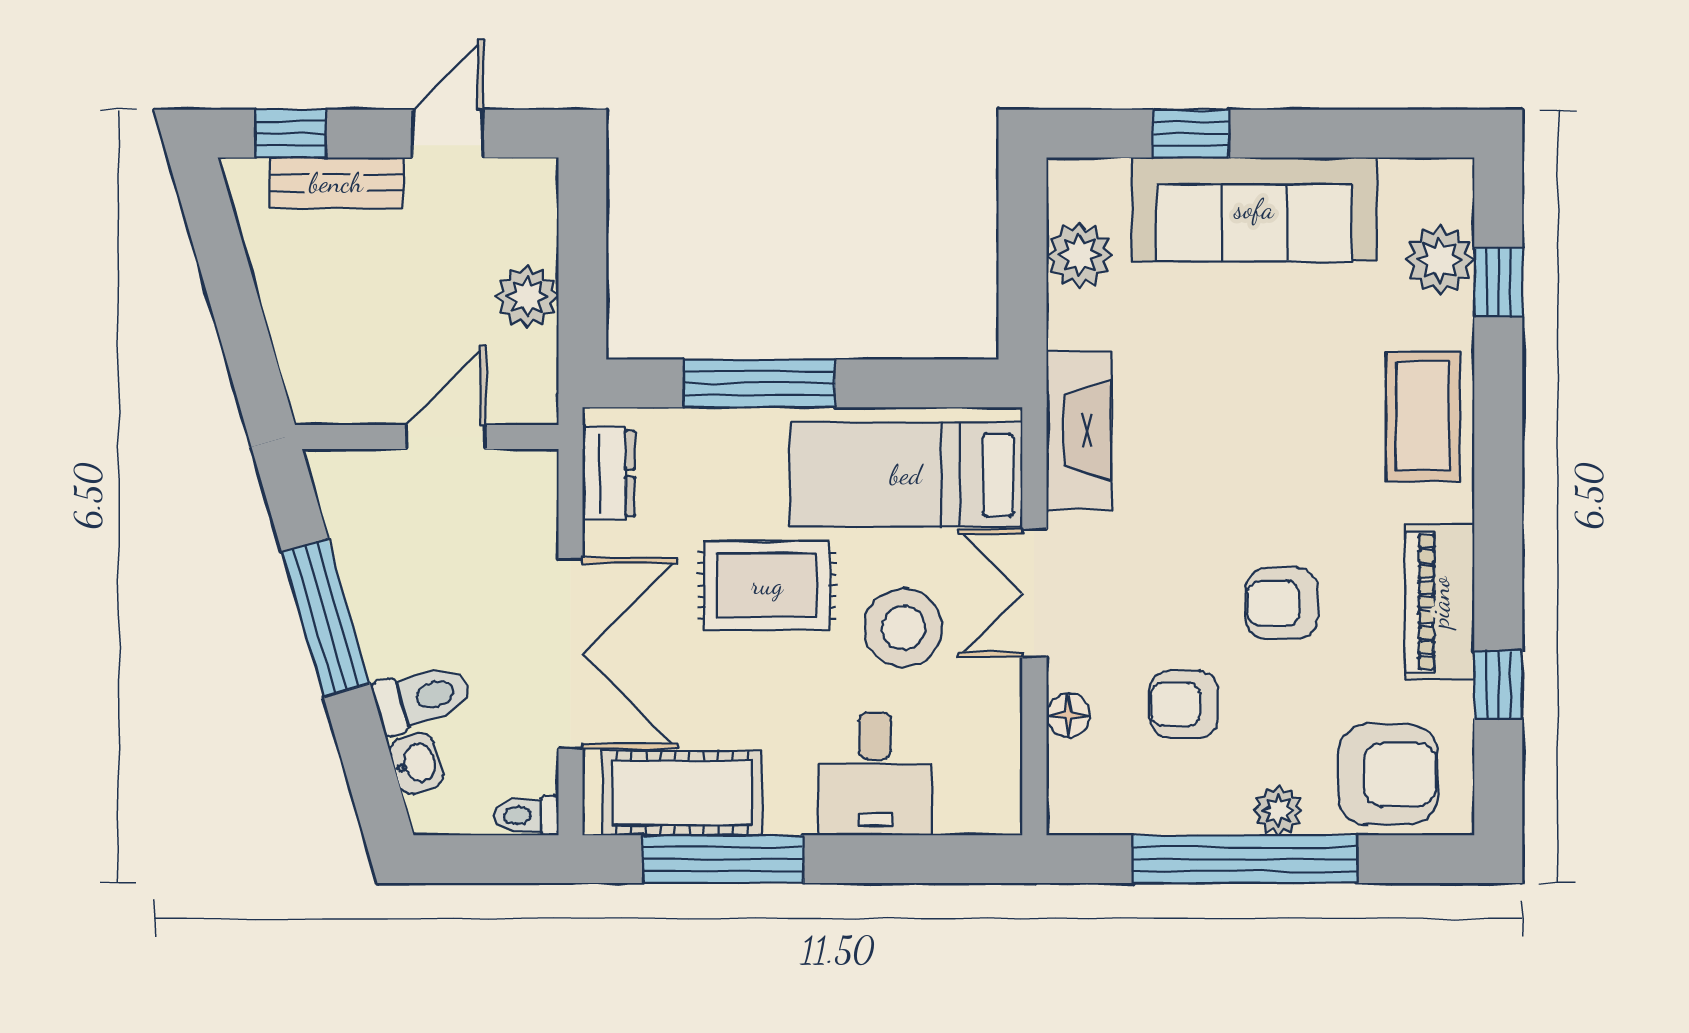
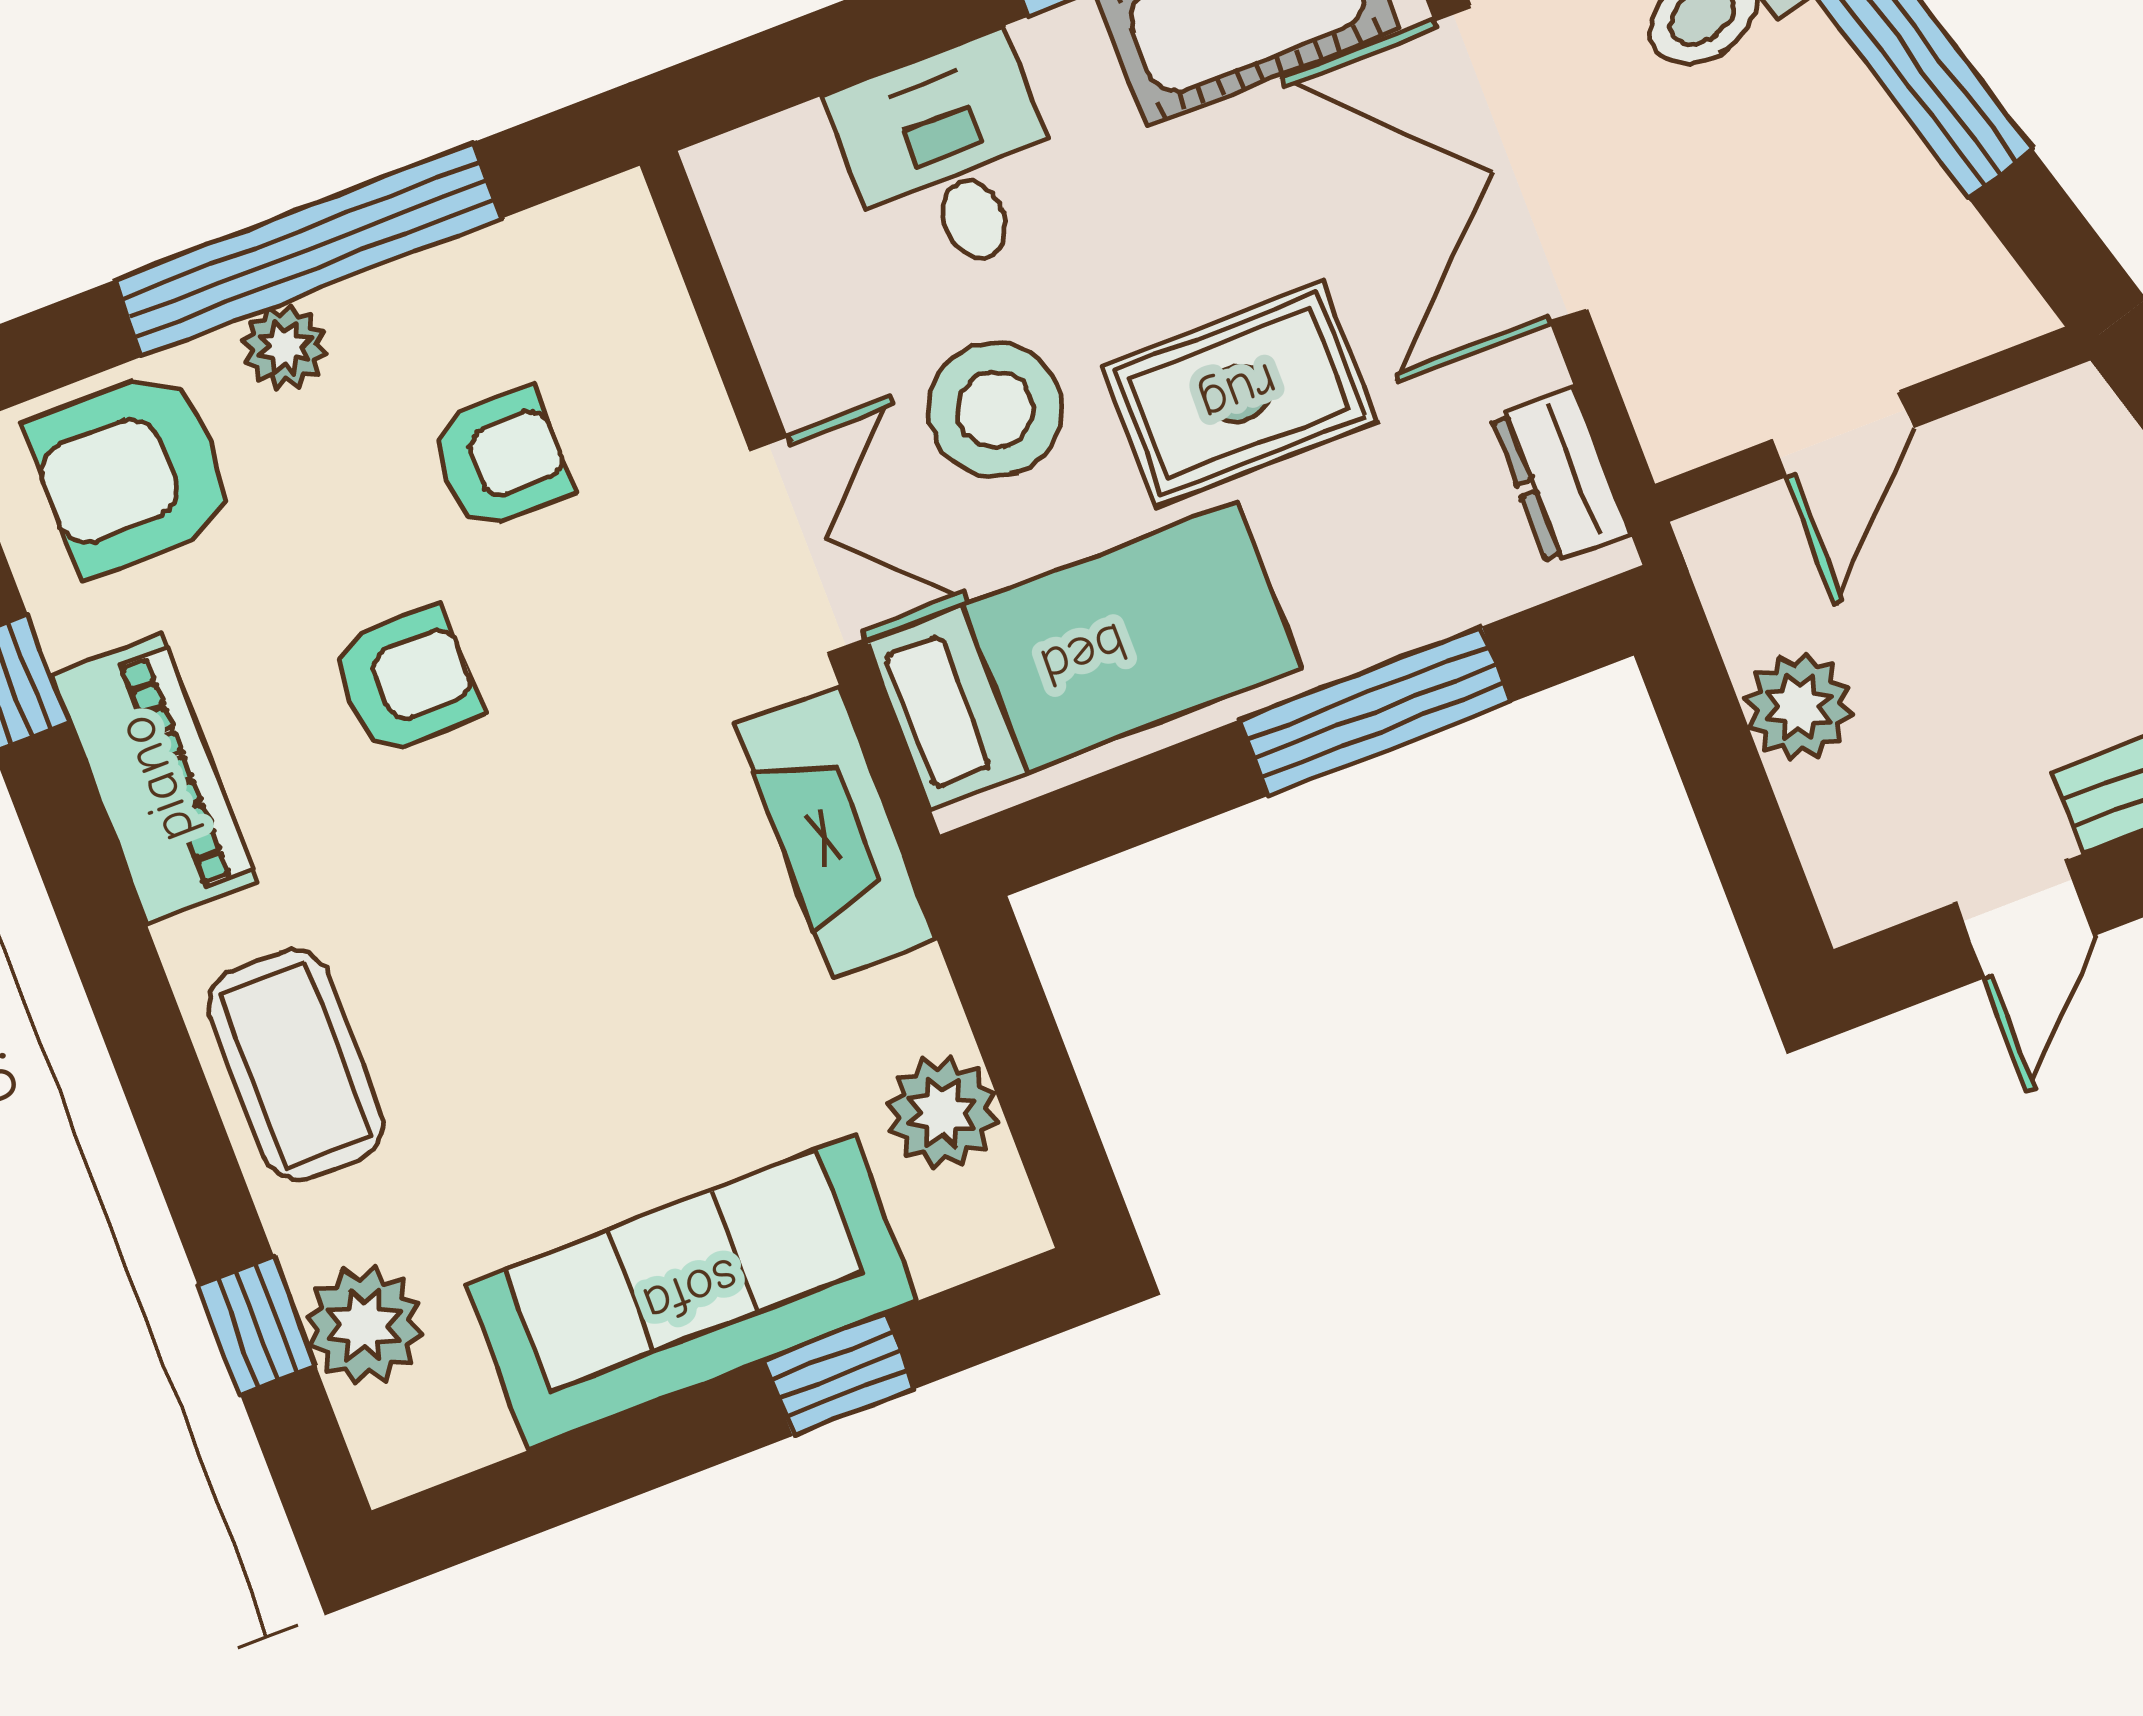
floor lamp: (1068, 715) -> (678, 371), removed

